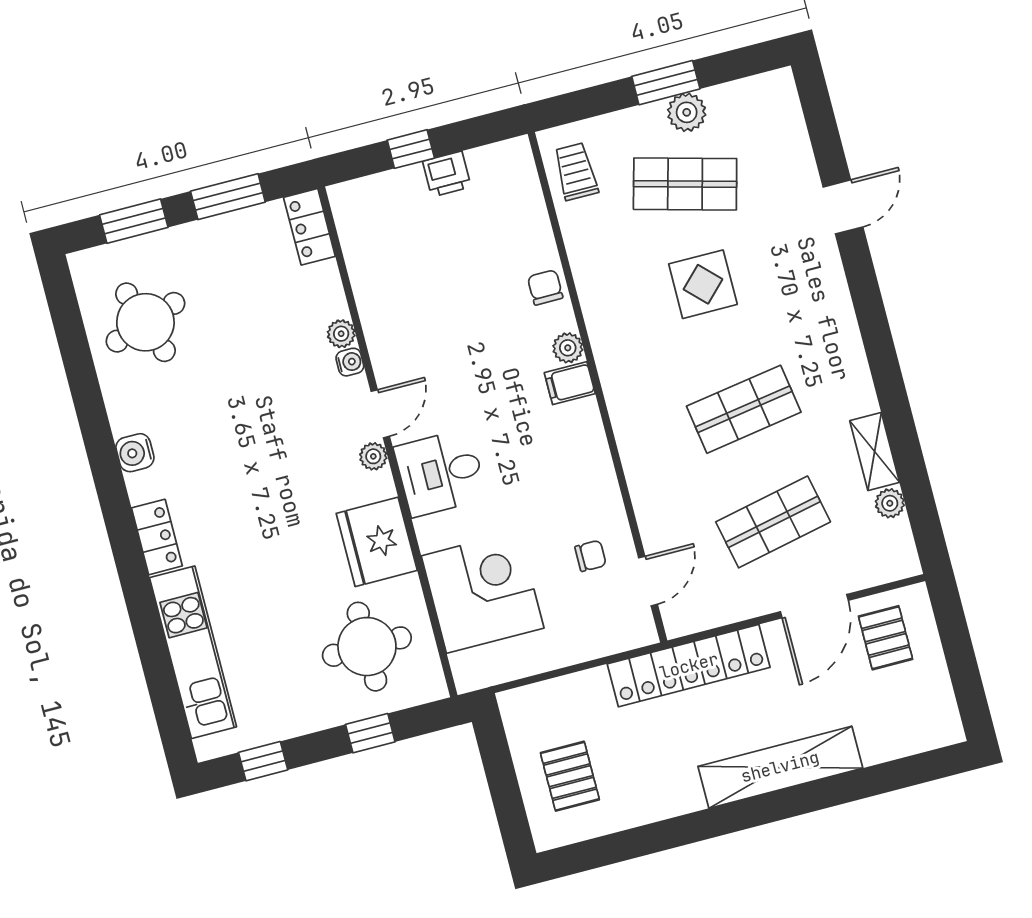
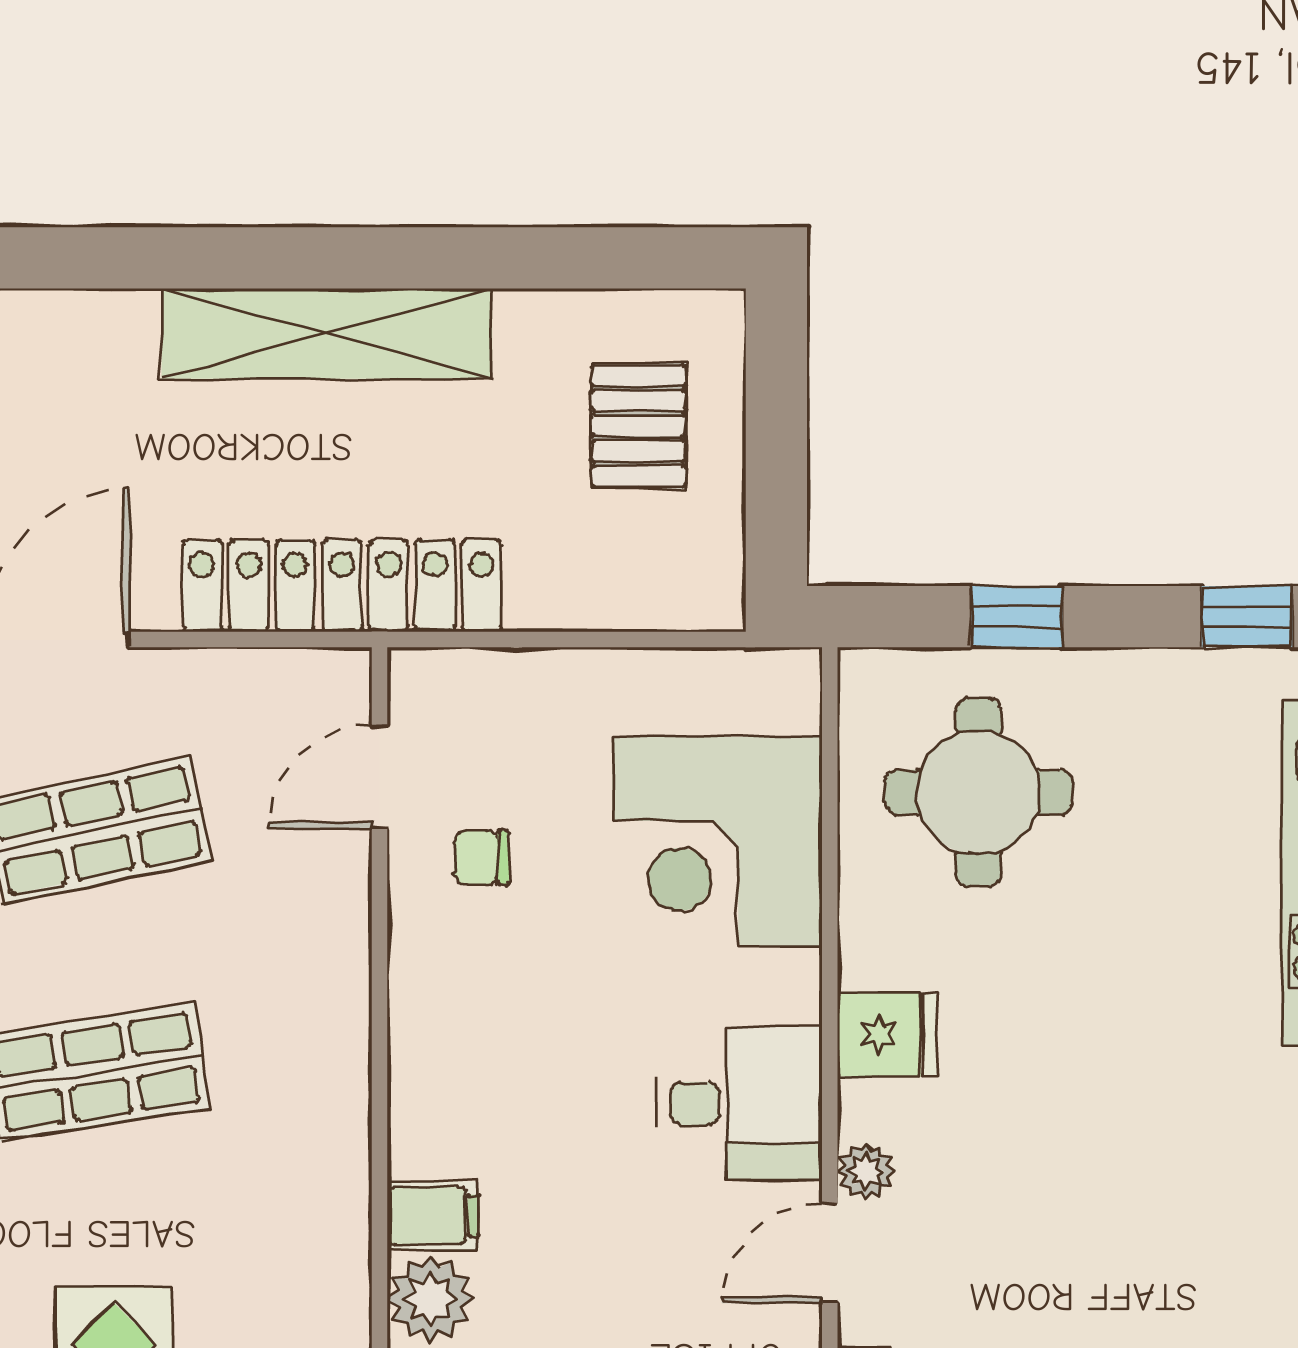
plant: (568, 348) -> (430, 1299), width x1.38, depth x1.38
fridge: (377, 542) -> (887, 1035), width x0.53, depth x0.75
shelving: (780, 767) -> (327, 334), moved

